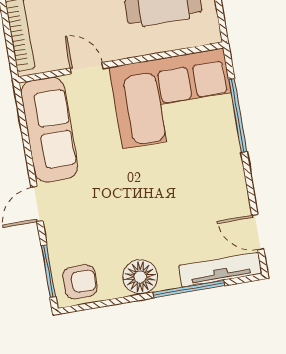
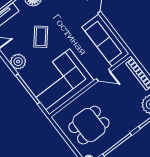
plant: (229, 175) -> (18, 62), added
coffee table: (164, 198) -> (41, 37), added

